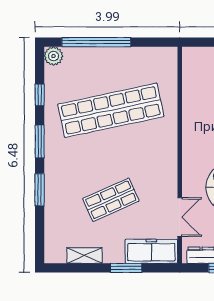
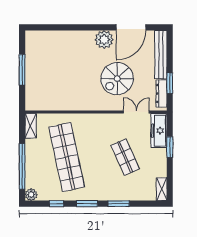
shelving: (159, 55) -> (31, 126), added
shelving: (85, 256) -> (162, 189), moved

